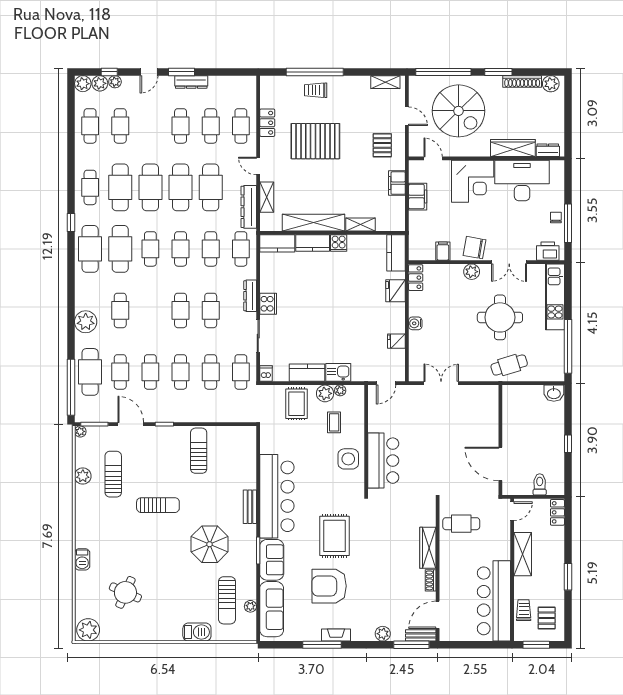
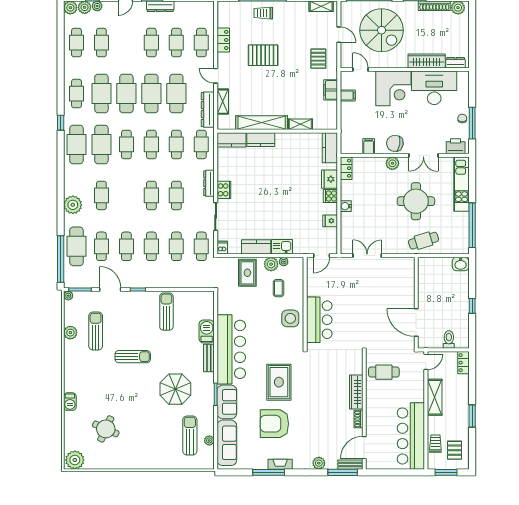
pallet: (315, 141) -> (263, 55), width x0.73, depth x0.71
filing cabinet: (418, 197) -> (348, 96), width x0.50
cooker: (339, 243) -> (330, 196), moved, turned 90
sun lounger: (227, 600) -> (190, 436), turned 180
barbecue: (197, 632) -> (207, 331), moved, turned -90

